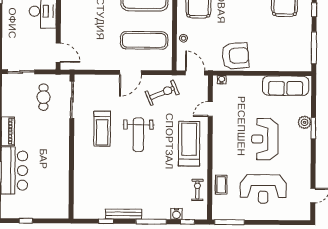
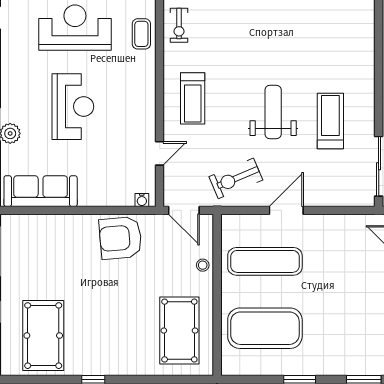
treadmill: (189, 144) -> (193, 98), width x0.73, depth x0.73

